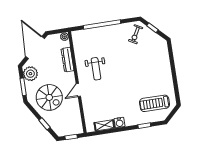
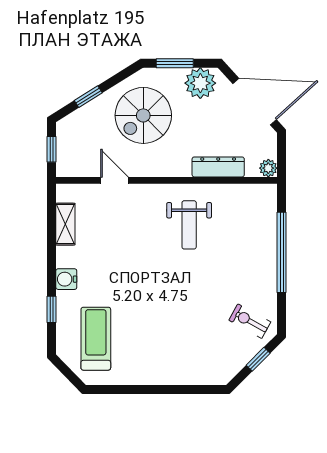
weight bench: (96, 69) -> (189, 225), turned -90
door: (78, 90) -> (114, 180), moved
water cooler: (119, 123) -> (66, 279), moved

